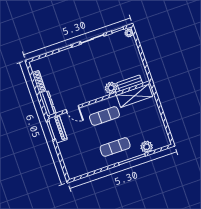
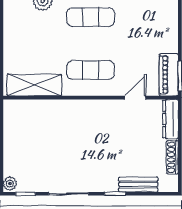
bench: (130, 83) -> (138, 185), moved
plant: (111, 88) -> (66, 109), removed
door: (73, 109) -> (135, 98), hinge flipped

